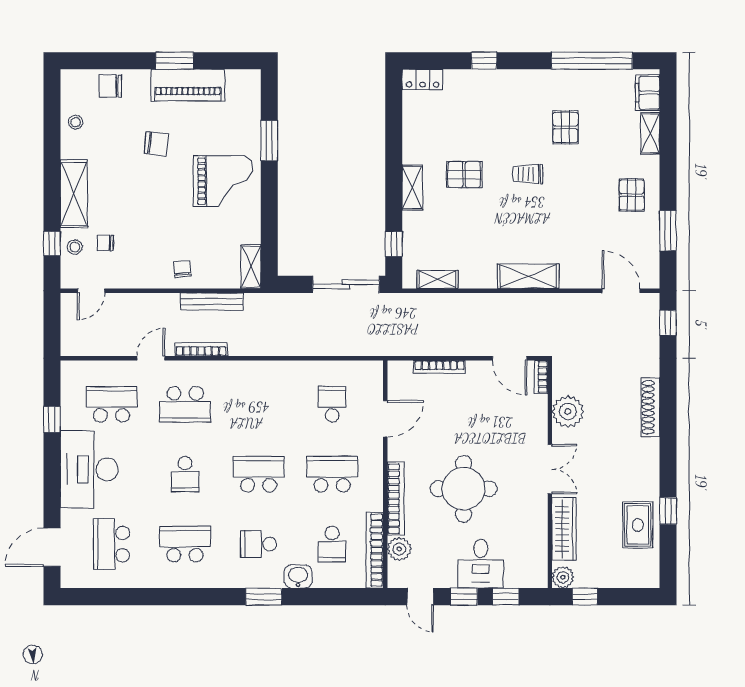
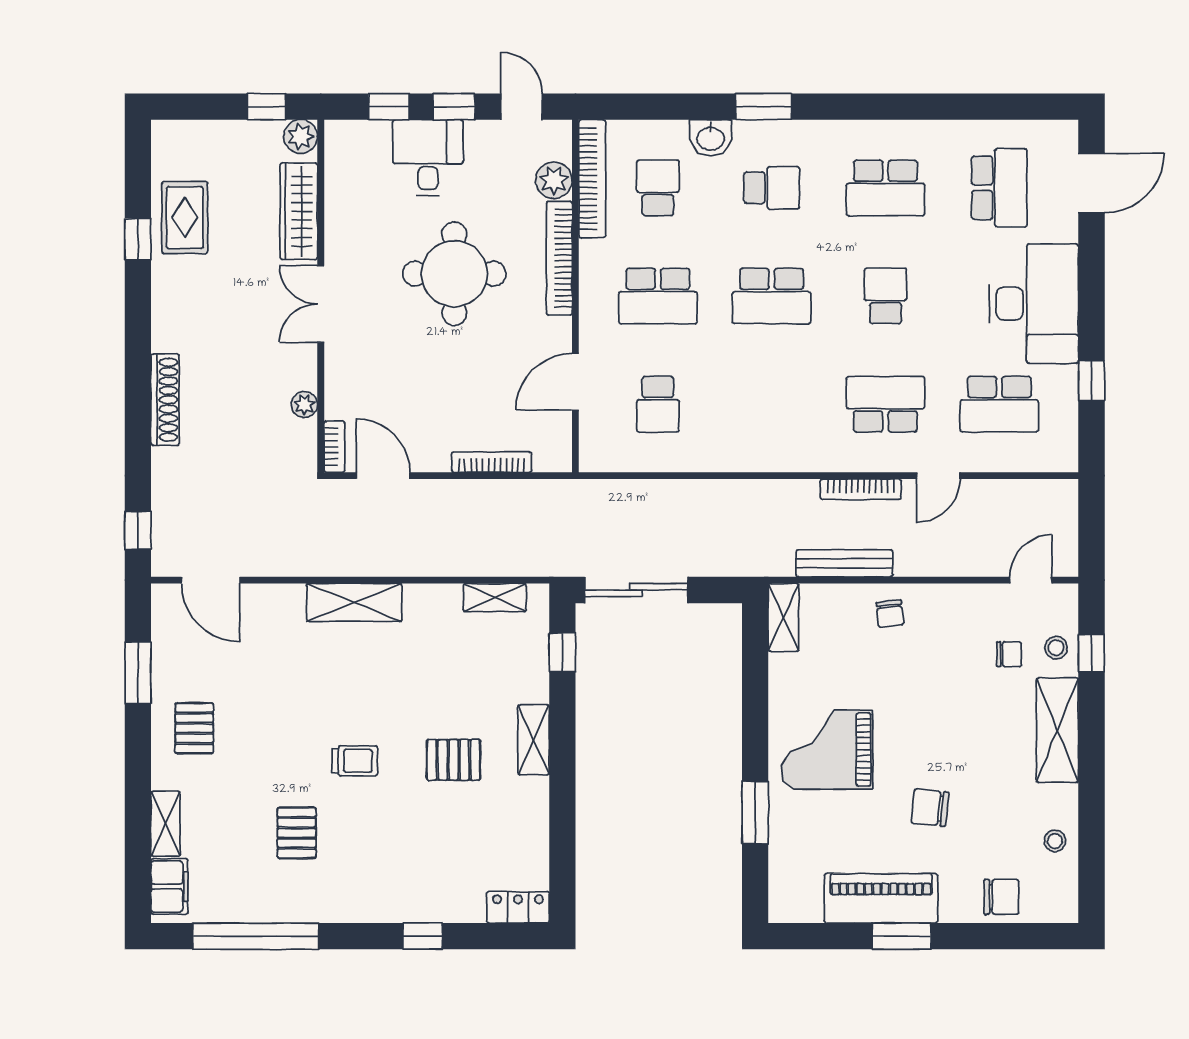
plant: (568, 412) -> (304, 405), width x0.53, depth x0.53

